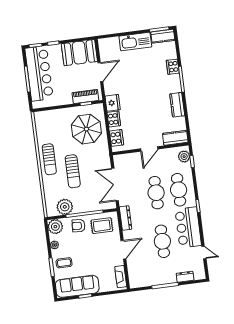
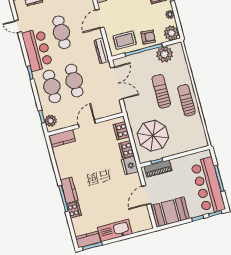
kitchen counter: (177, 105) -> (69, 190), moved

